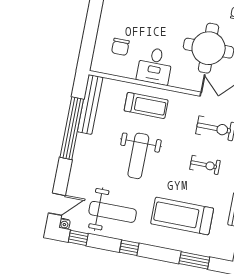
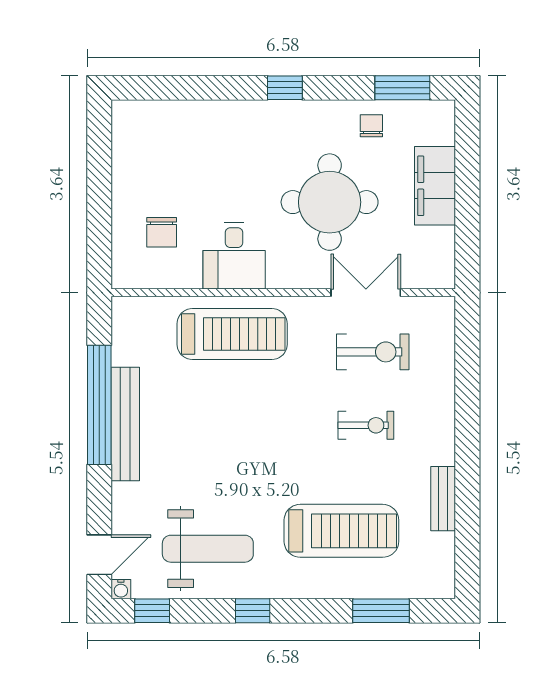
bench: (90, 105) -> (125, 424), moved
treadmill: (146, 105) -> (232, 334), width x1.37, depth x1.38
weight bench: (138, 156) -> (236, 433), removed
treadmill: (182, 216) -> (341, 531), turned 180

